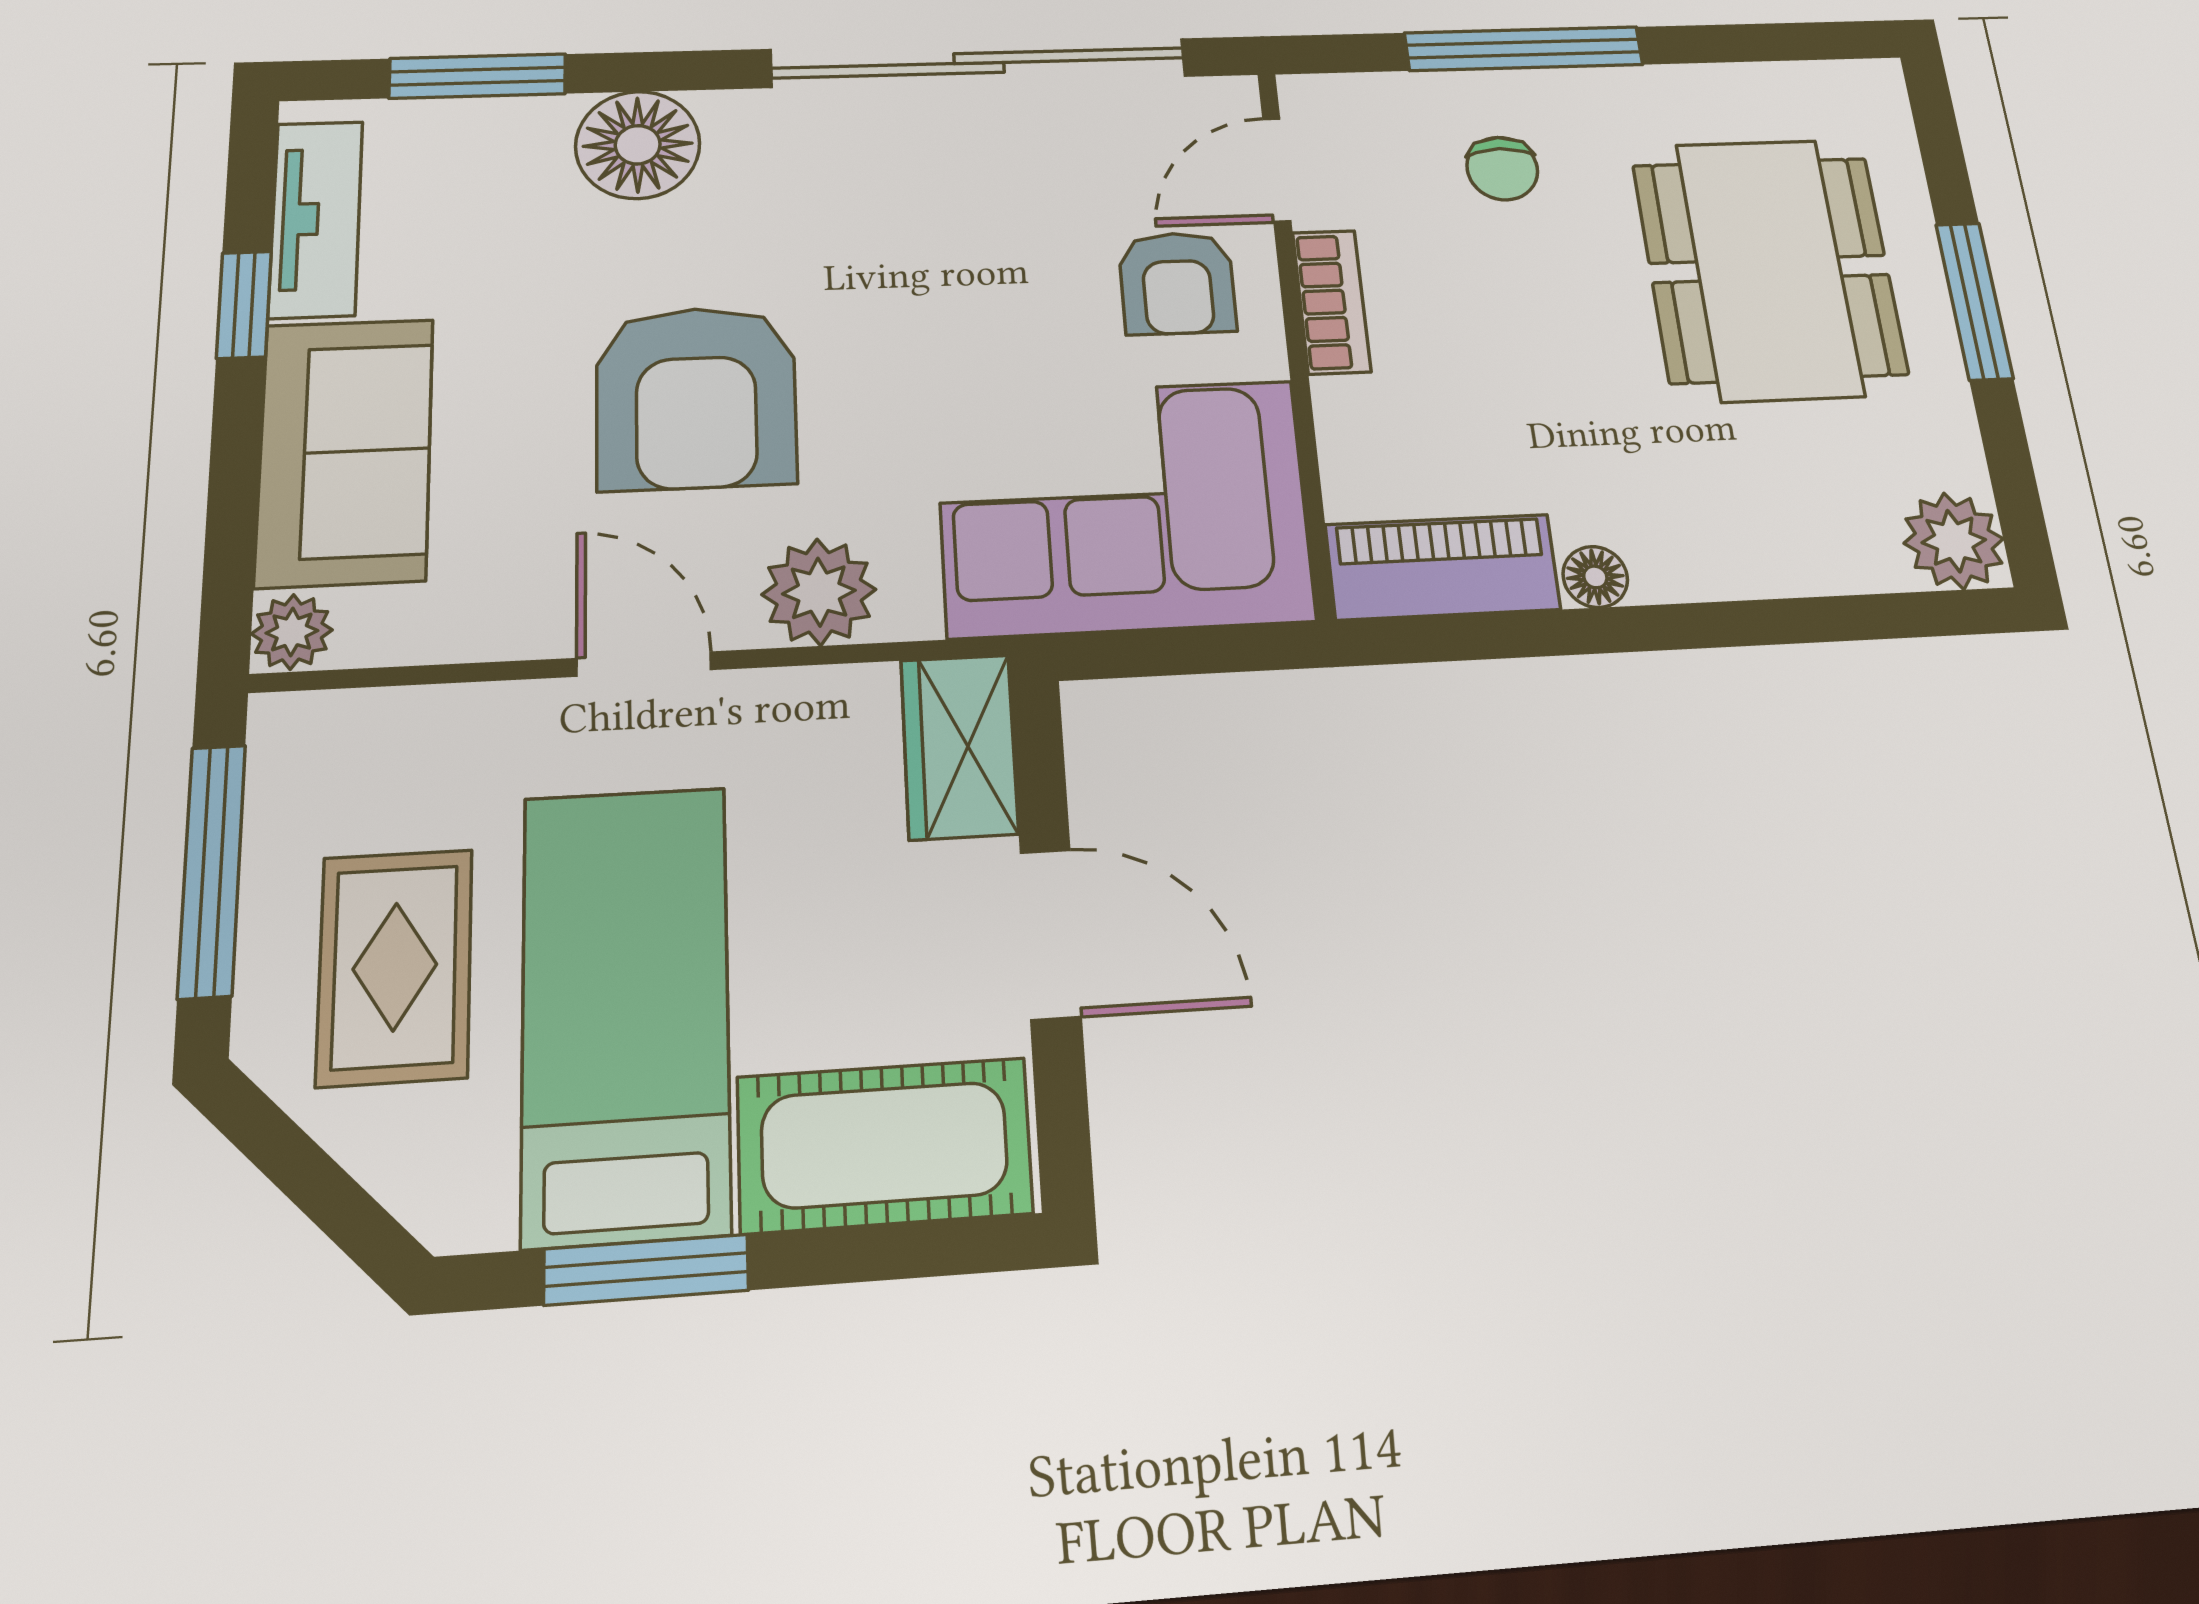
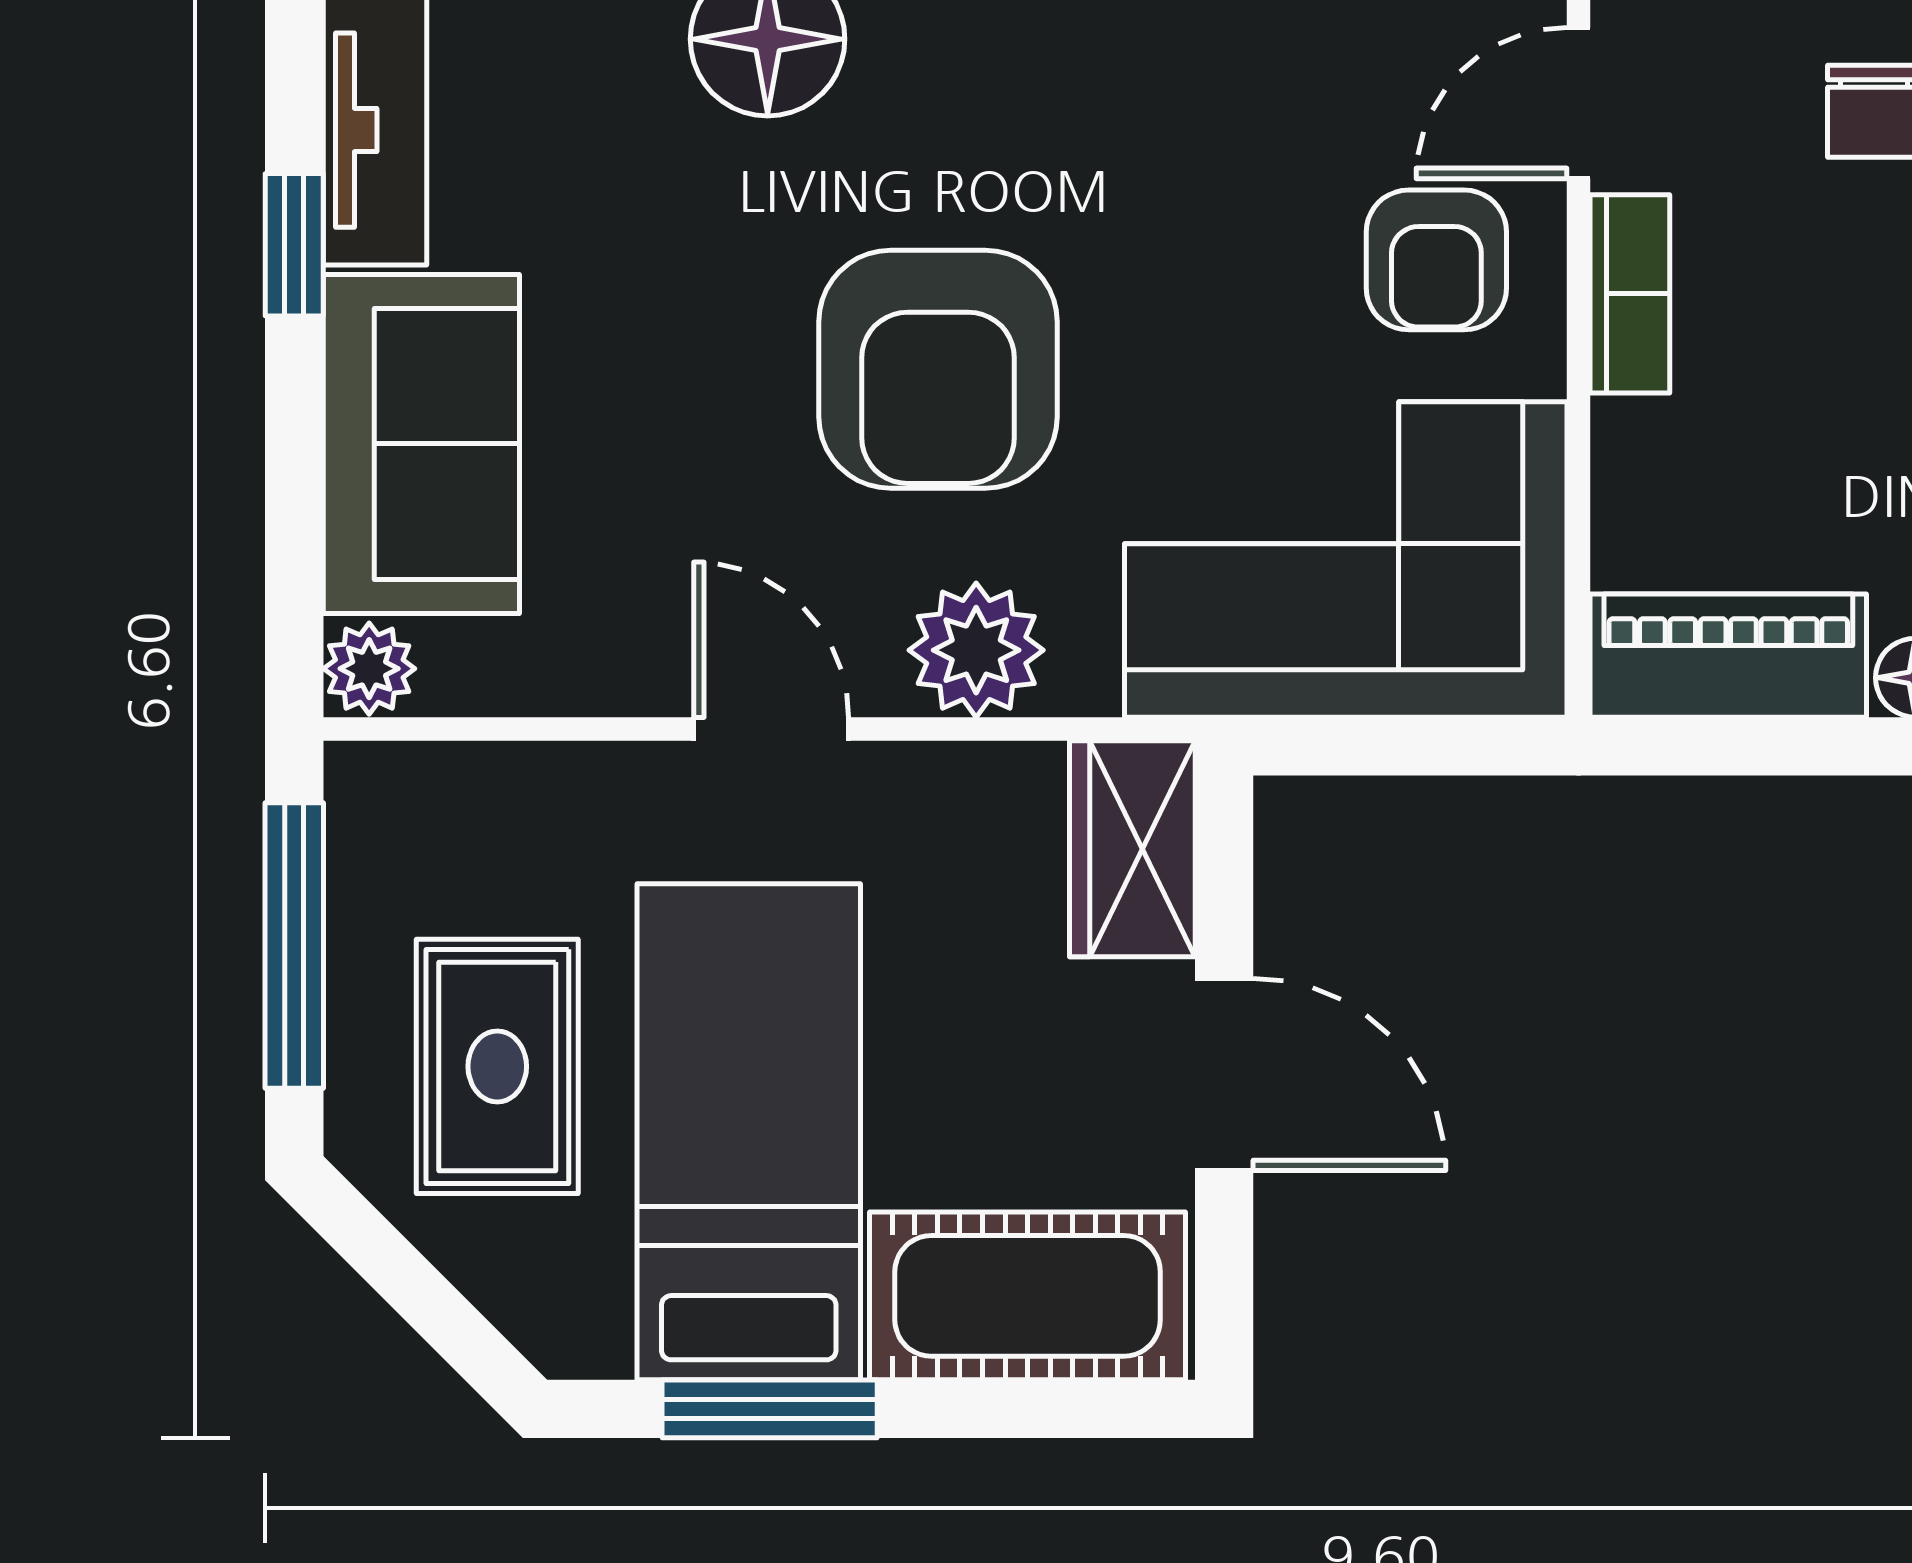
armchair: (696, 397) -> (938, 369), moved

